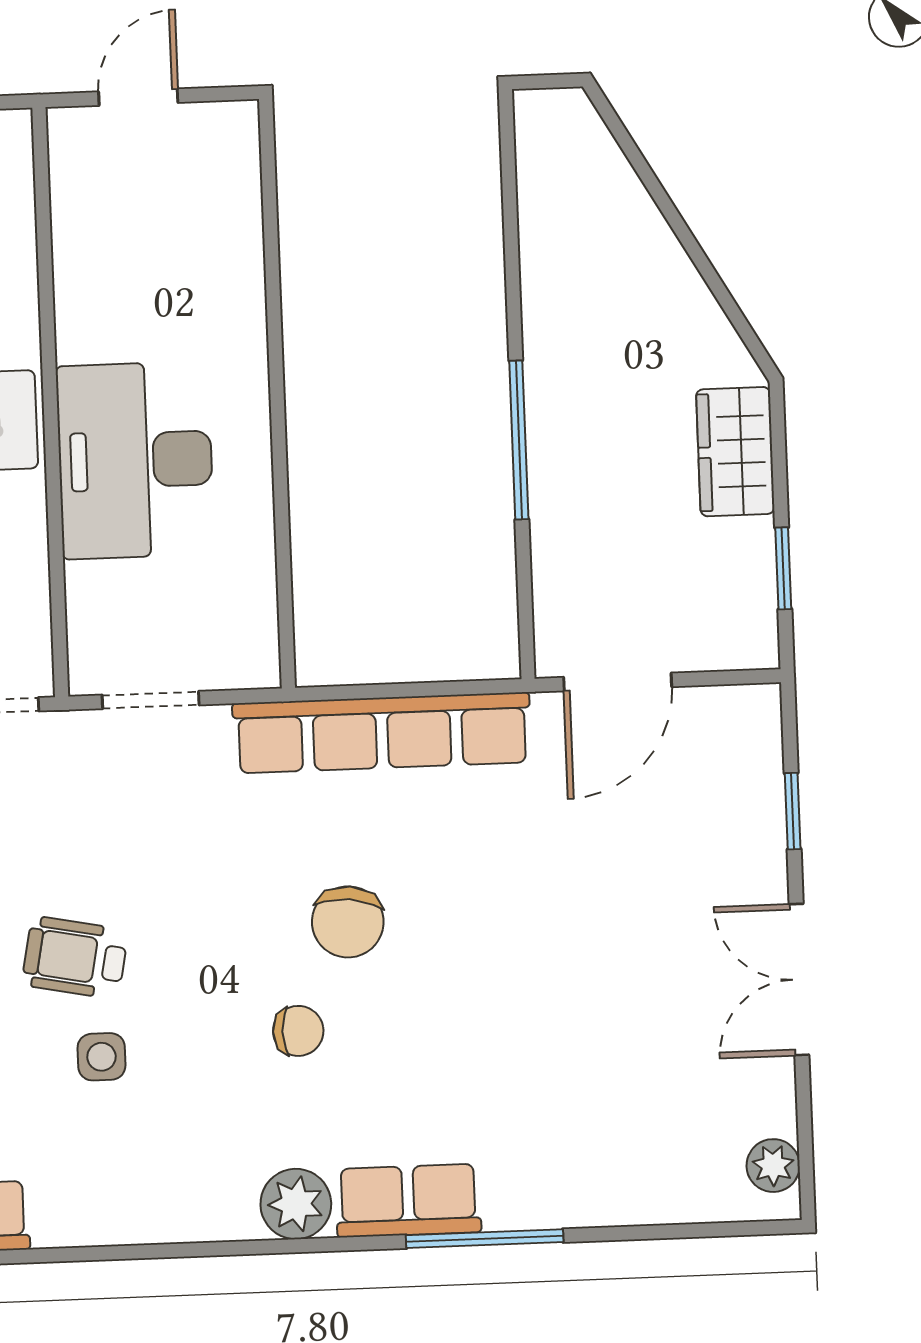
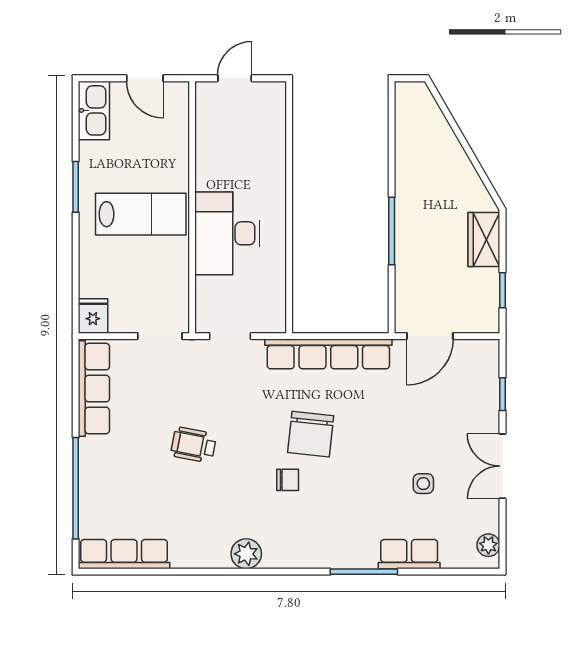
chair: (348, 922) -> (311, 434), width x1.37, depth x1.37
side table: (101, 1057) -> (423, 484), moved
row of seats: (408, 1201) -> (409, 554), moved
plant: (296, 1204) -> (246, 554), moved

